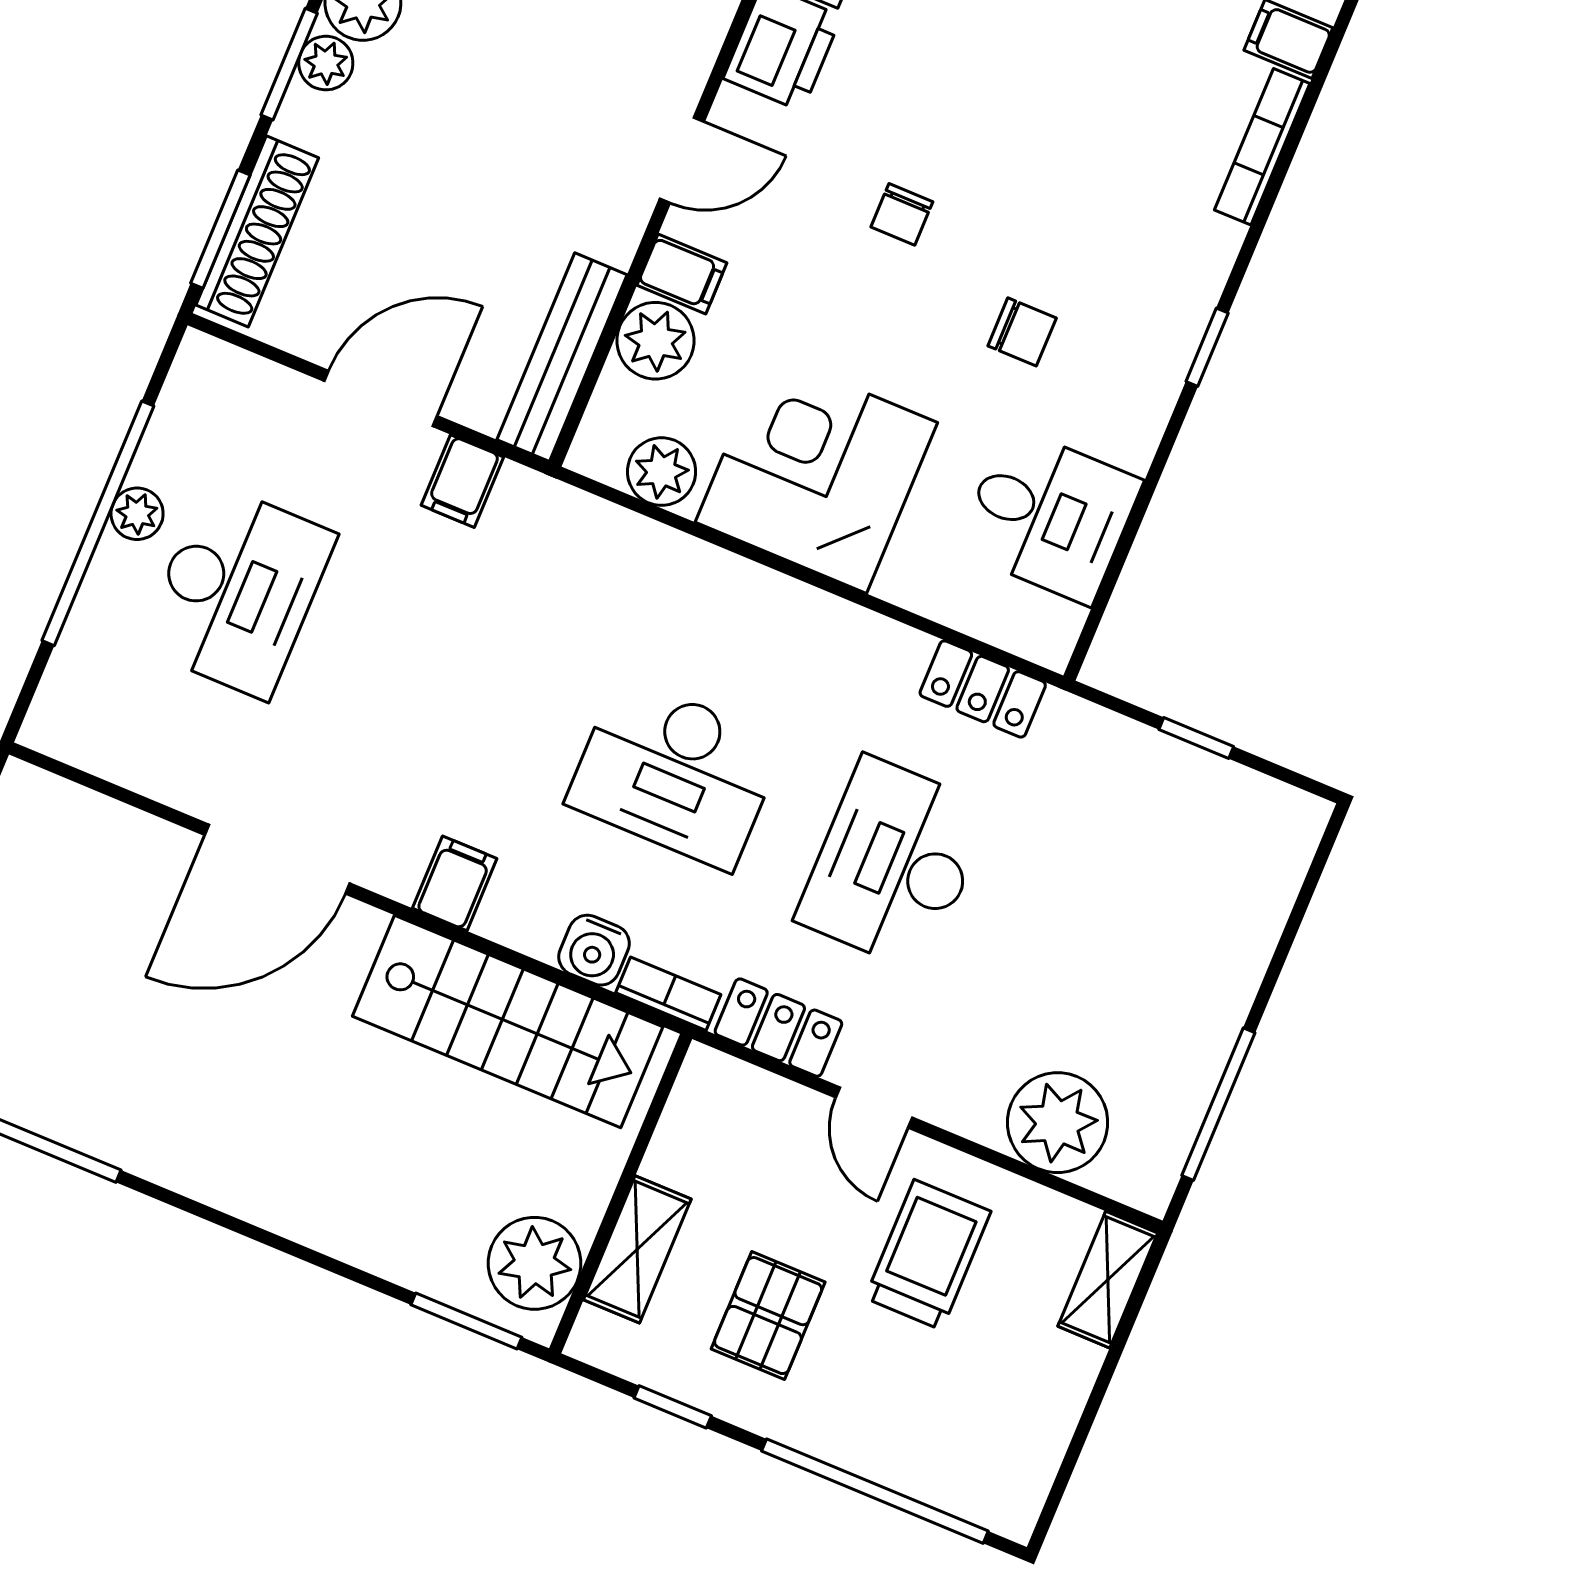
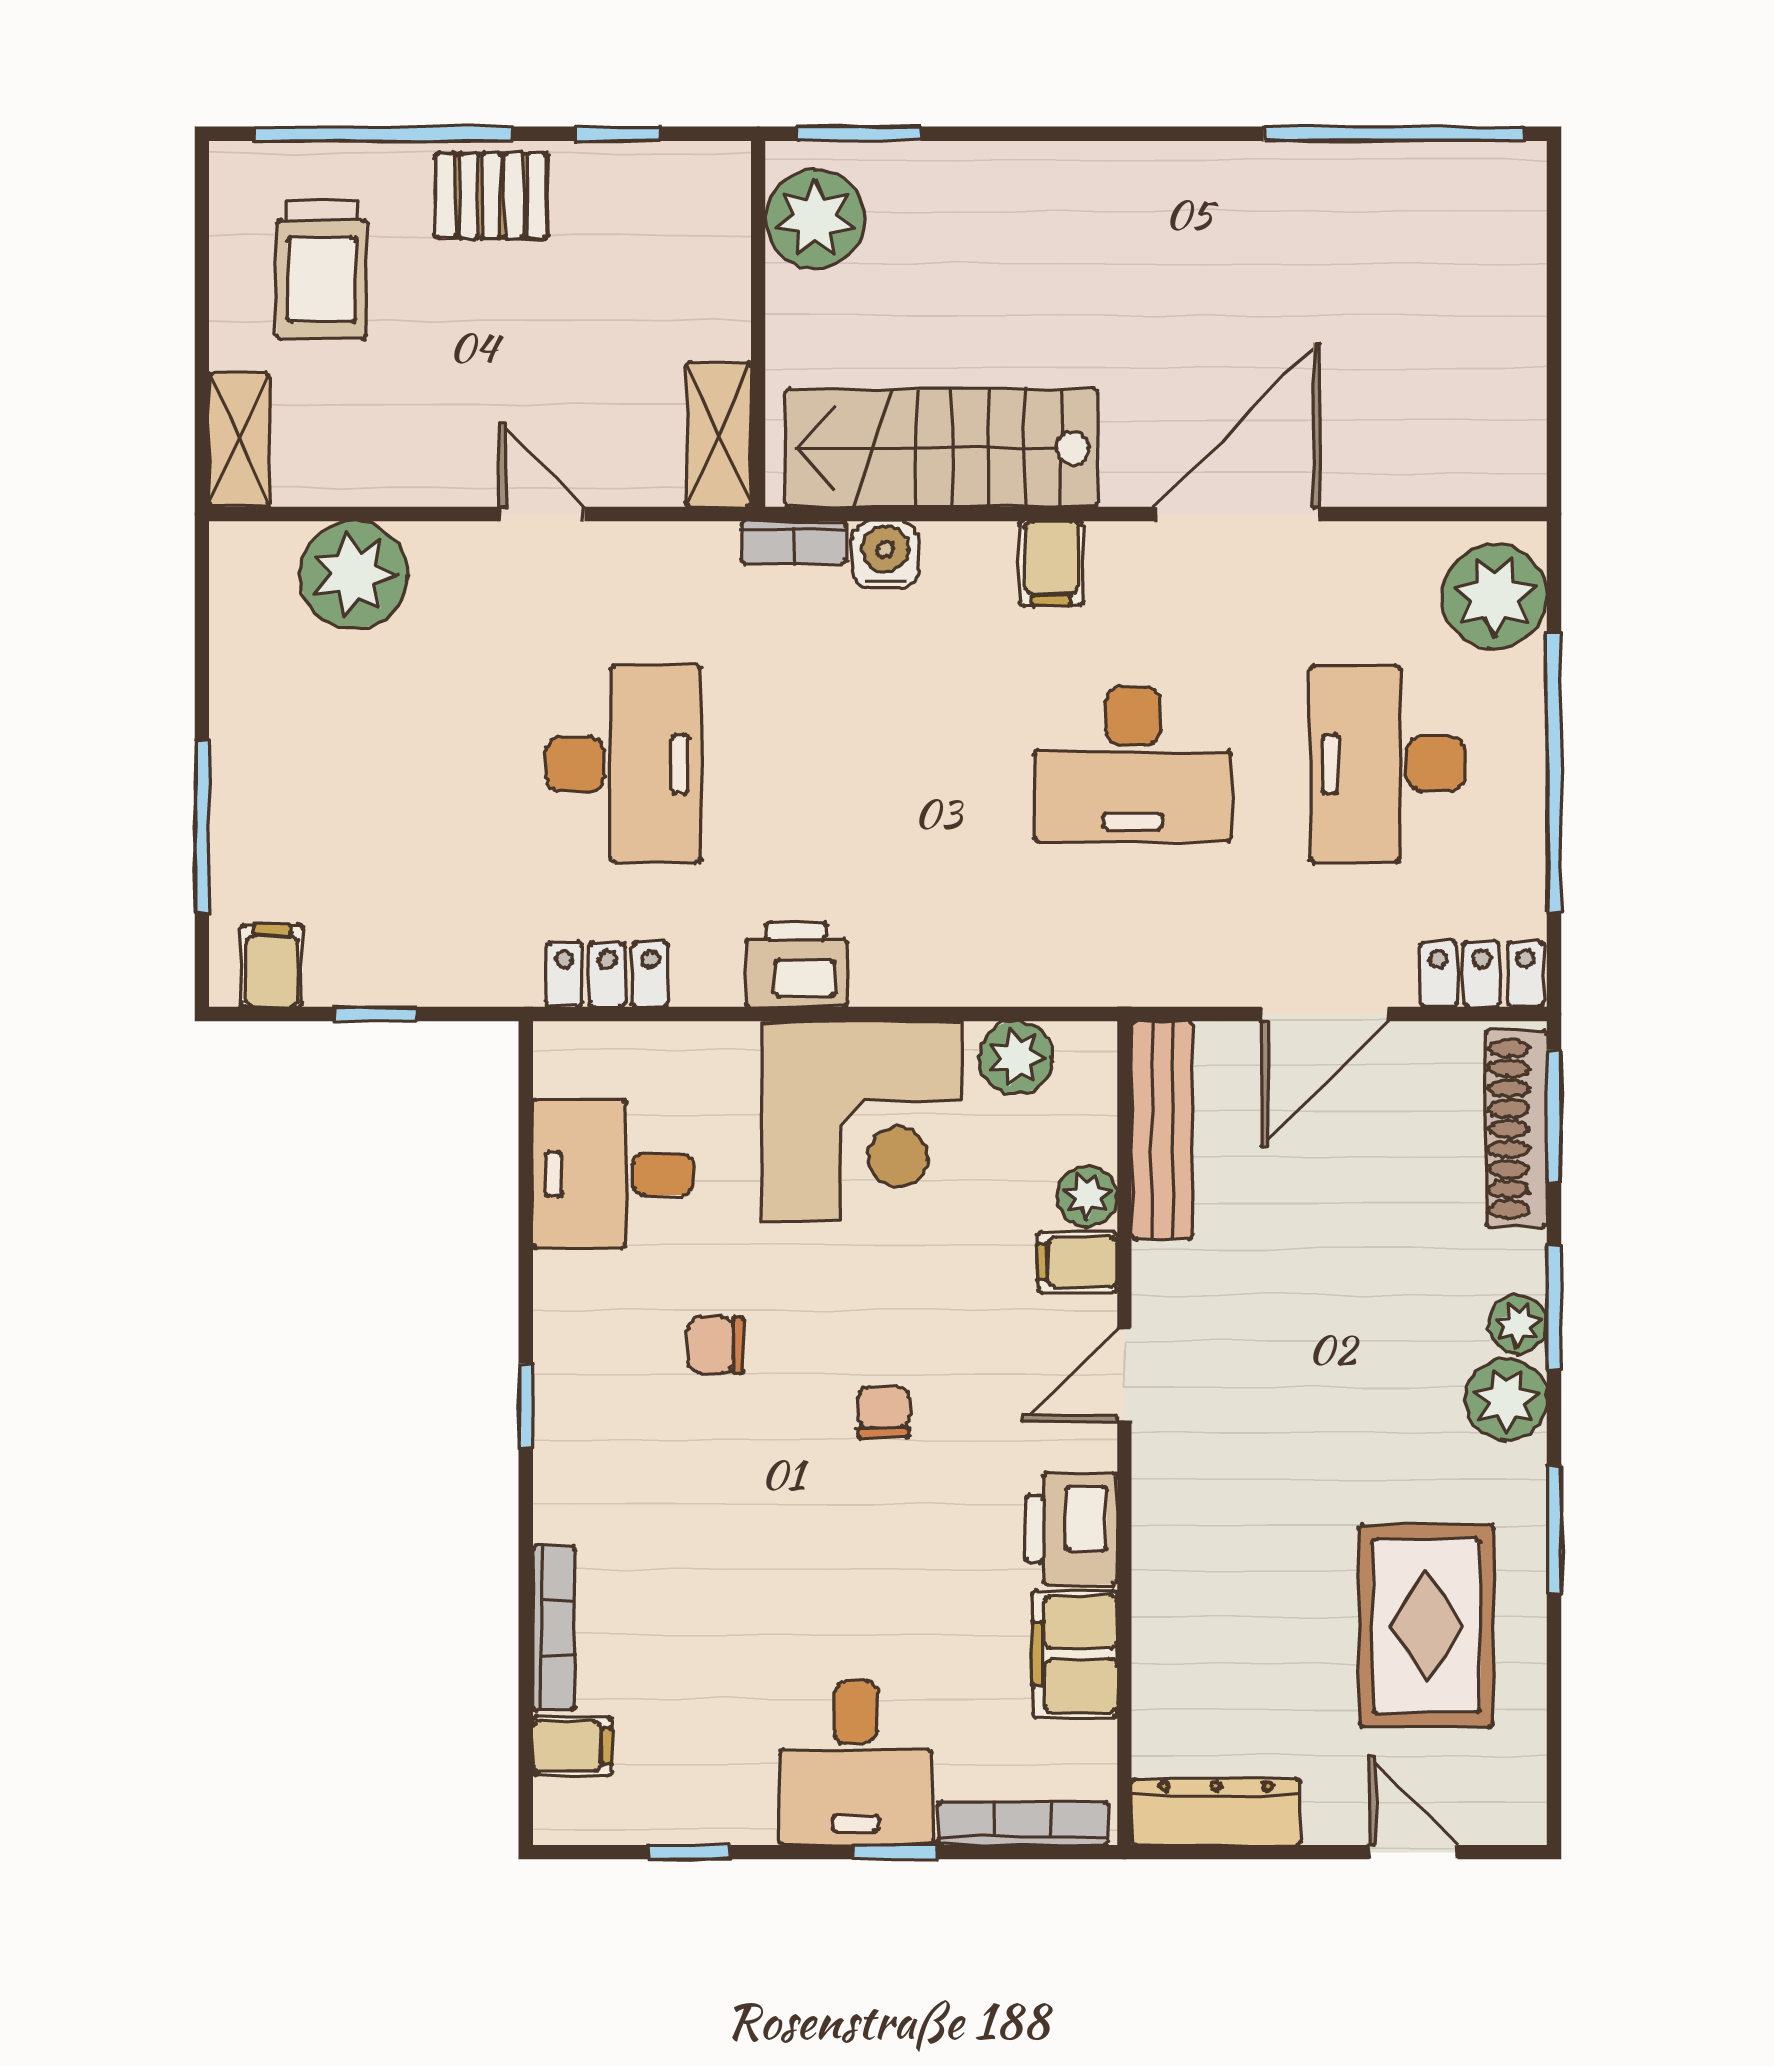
plant: (656, 341) -> (1087, 1196), width x0.73, depth x0.73
filing cabinet: (462, 481) -> (272, 966), moved
plant: (137, 514) -> (1495, 596), moved, width x1.88, depth x1.88
printer: (817, 630) -> (796, 965), added
desk: (675, 773) -> (1133, 764), moved, turned 180
locker: (778, 1028) -> (1482, 974), moved, turned 180
window: (1218, 1104) -> (202, 827), moved
shelving: (637, 1249) -> (719, 435), moved
trolley: (928, 1255) -> (322, 270), moved
pallet: (768, 1316) -> (491, 196), moved, turned 90

